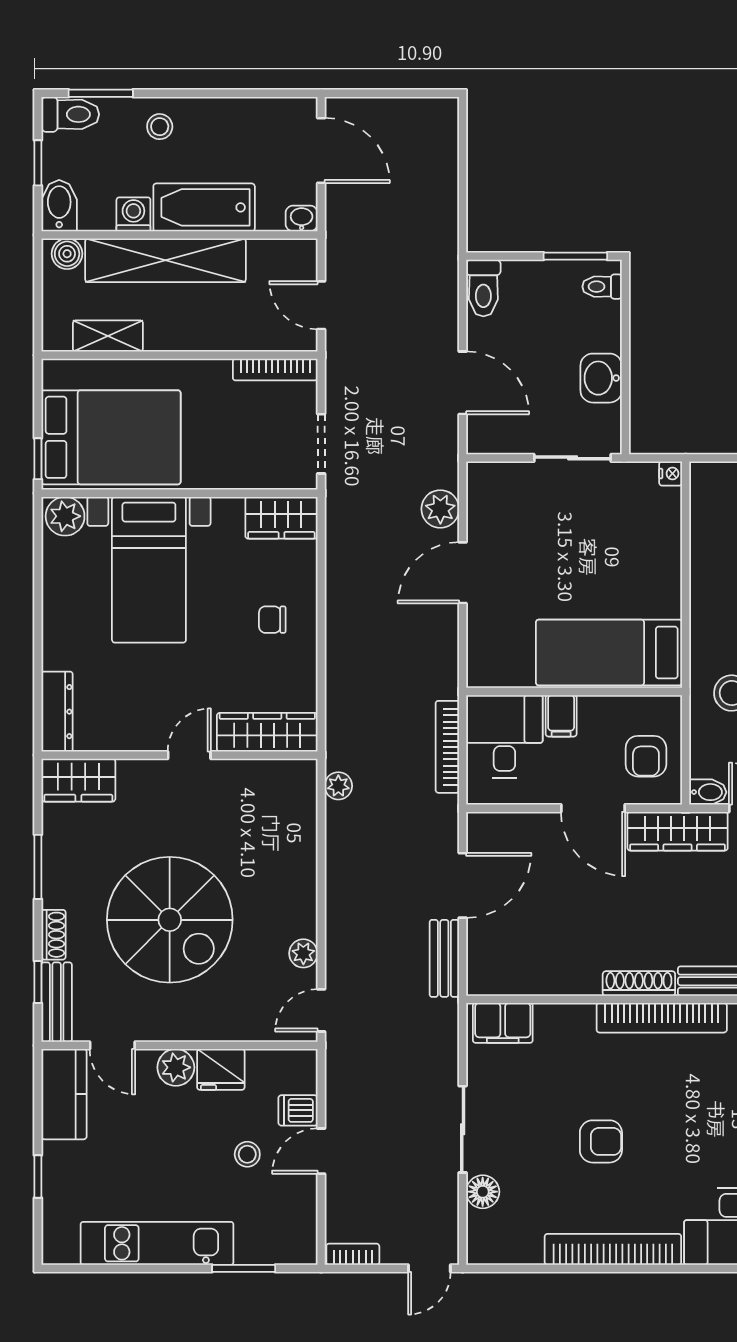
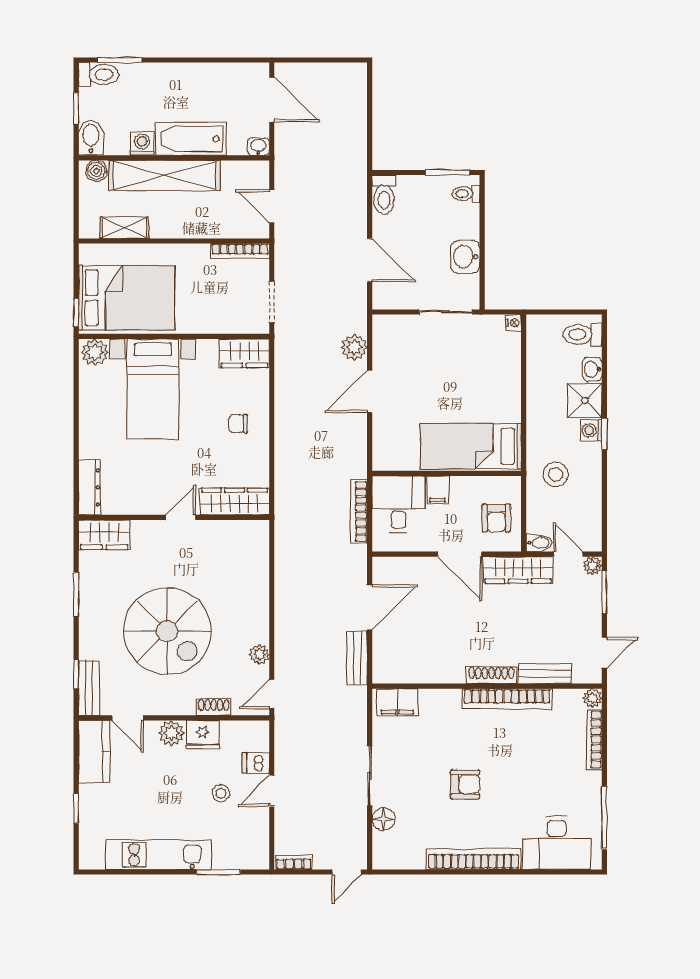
stool: (160, 127) -> (160, 83), removed
plant: (338, 786) -> (284, 539), removed
shoe rack: (54, 935) -> (214, 707), moved, turned -90

